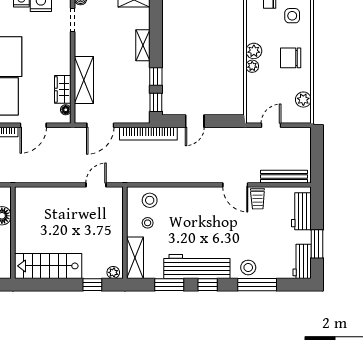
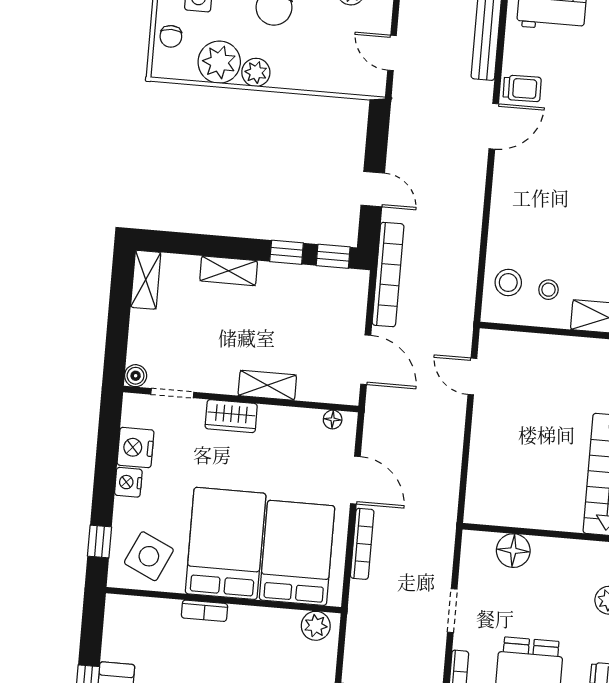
plant: (252, 66) -> (219, 62), moved, width x1.88, depth x1.88
shelving: (84, 80) -> (267, 385), width x0.67, depth x0.75
wardrobe: (63, 89) -> (231, 416), moved

